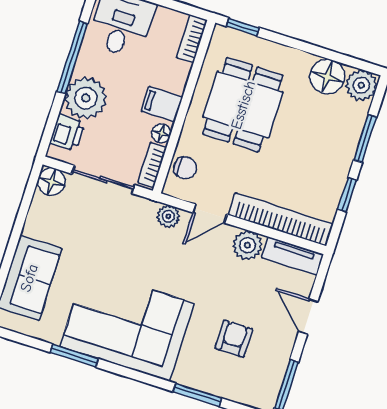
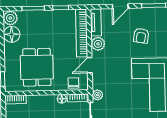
filing cabinet: (162, 104) -> (49, 103), removed
dining table: (243, 105) -> (37, 67), turned 90
door: (210, 214) -> (90, 65), swing flipped
plant: (168, 216) -> (98, 95), moved
armchair: (234, 339) -> (141, 36), turned -81

